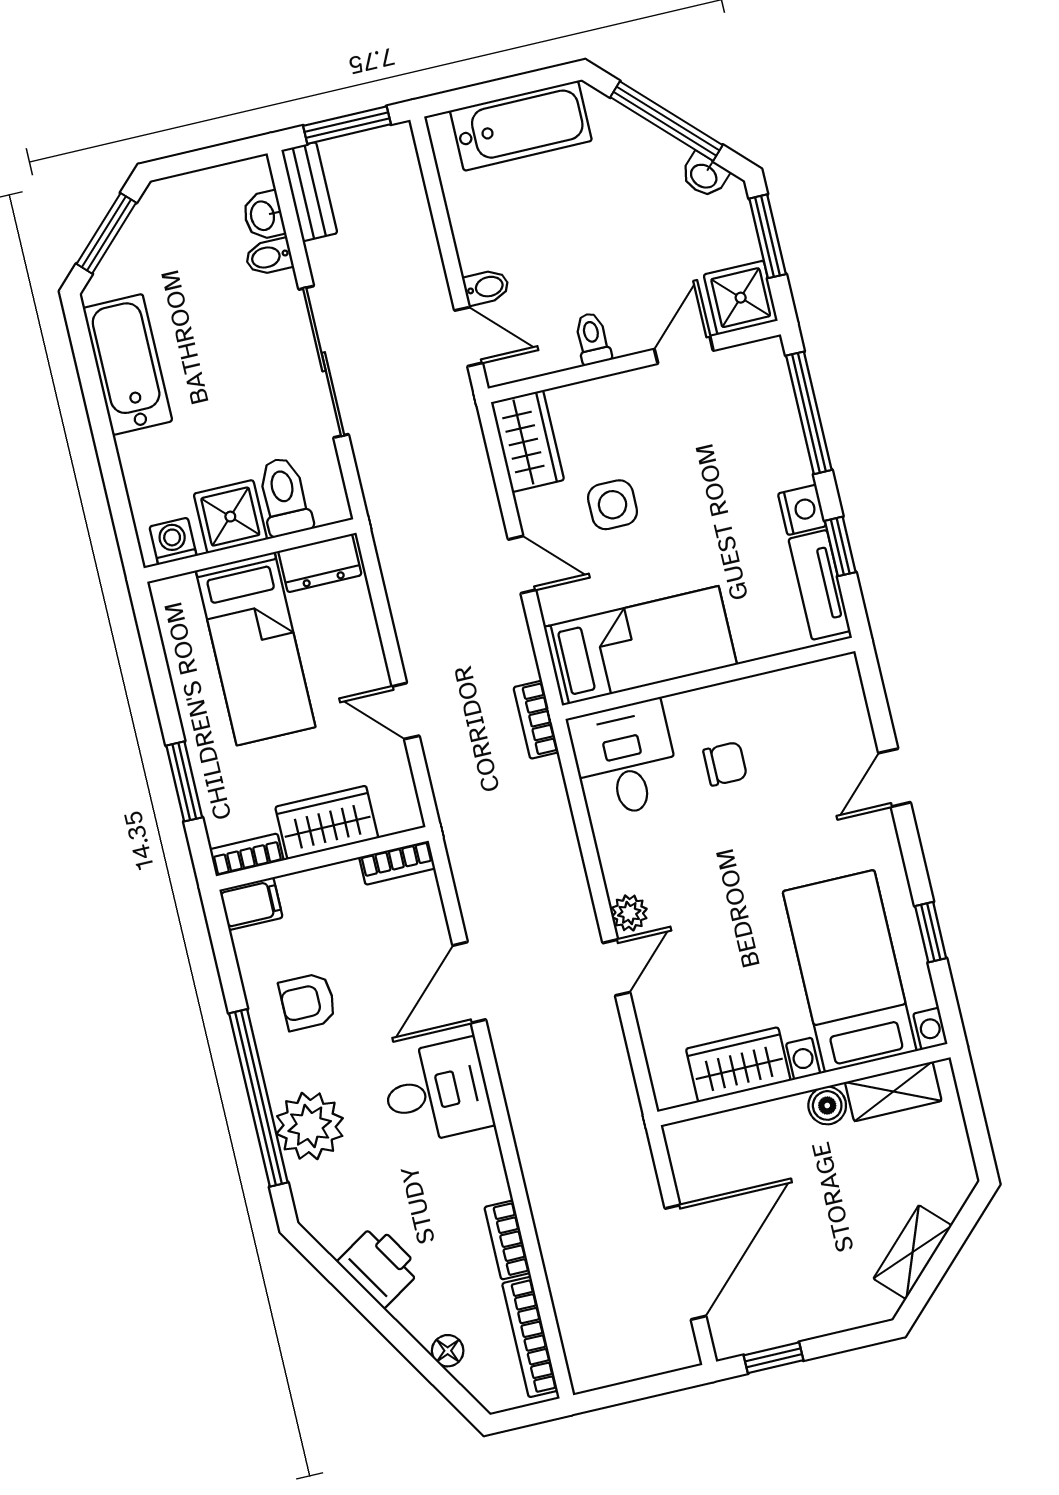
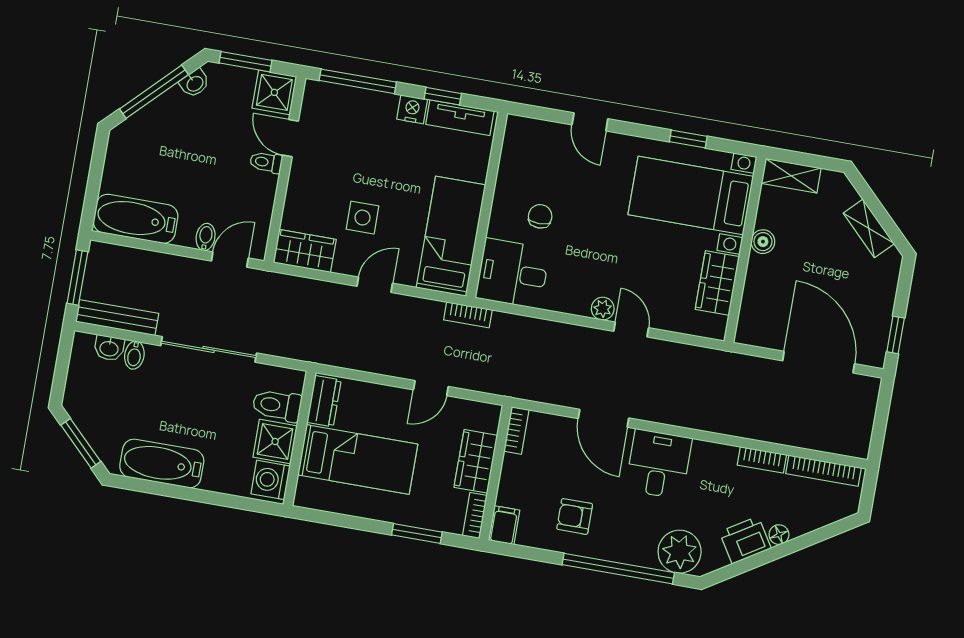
bathtub: (521, 126) -> (136, 219), moved, turned -90
bench: (309, 192) -> (117, 318), width x1.36
toilet: (592, 339) -> (266, 162), moved
washing machine: (173, 541) -> (271, 480), width x1.38, depth x1.38
armchair: (308, 1002) -> (575, 516), turned 90
shelving: (893, 1091) -> (791, 176), moved, turned 90
plant: (310, 1126) -> (680, 552), moved
floor lamp: (448, 1351) -> (779, 535), moved

